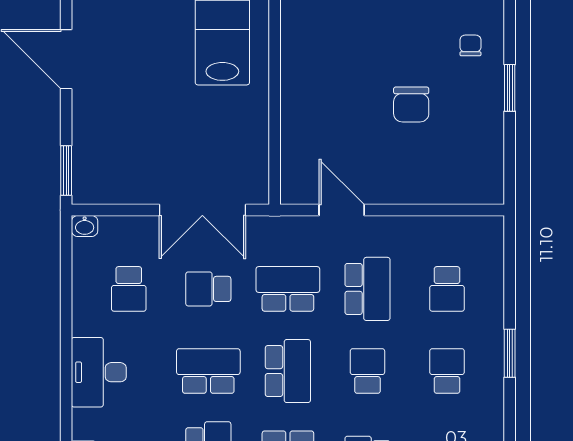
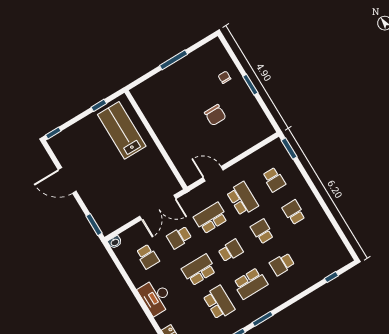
window: (510, 353) -> (289, 149), moved
school desk: (288, 371) -> (231, 251), width x0.54

